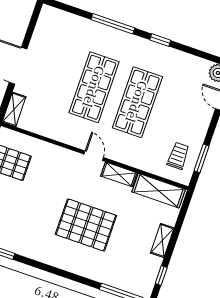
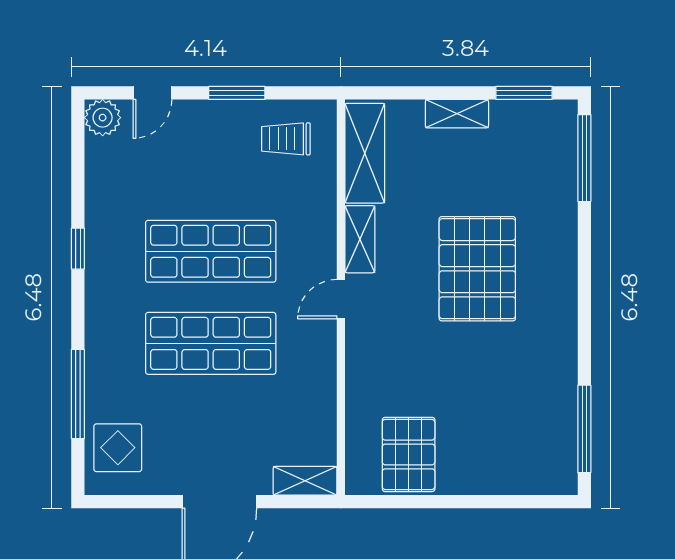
window: (113, 24) -> (78, 394), moved
display table: (60, 27) -> (118, 448), added
window: (202, 158) -> (237, 93), moved
window: (161, 275) -> (524, 93), width x1.50

